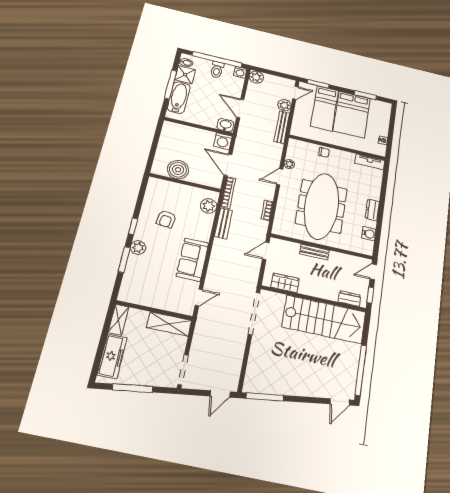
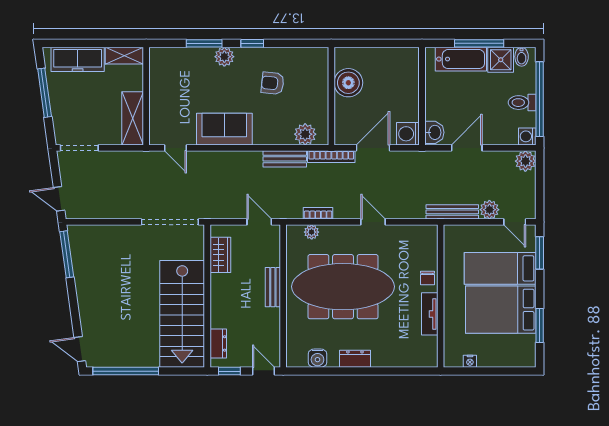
tv unit: (370, 162) -> (430, 314), moved
plant: (289, 164) -> (312, 232), moved

